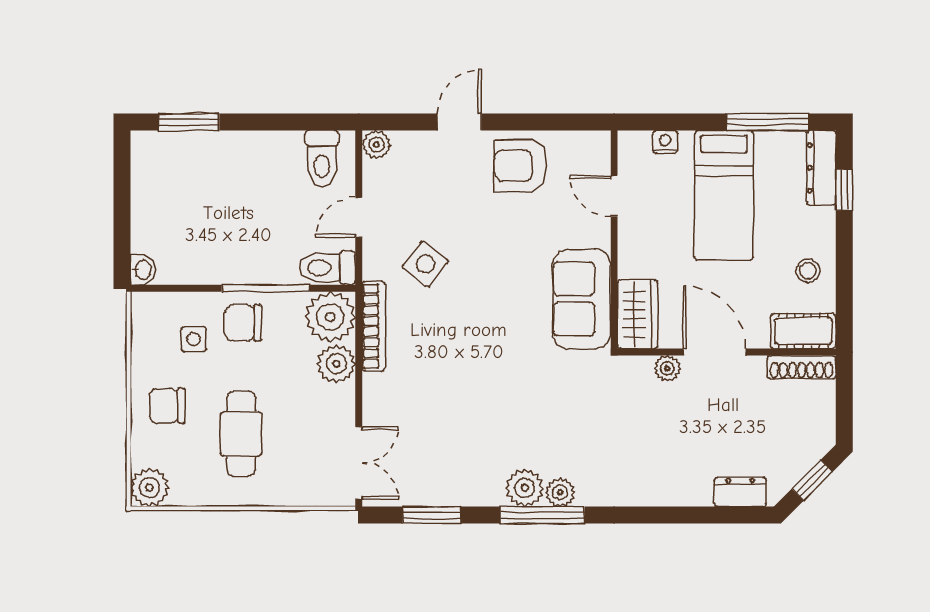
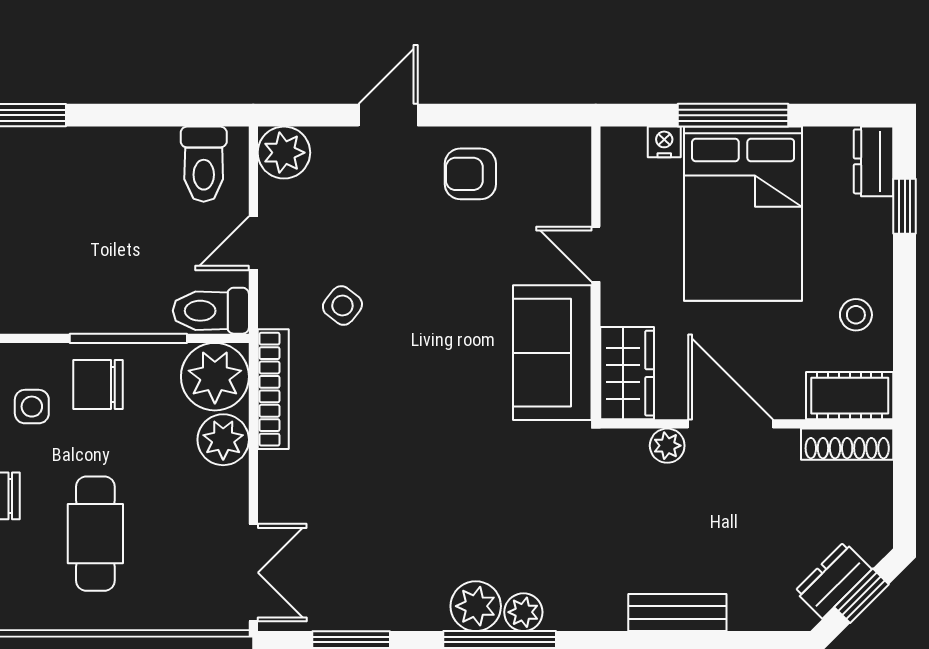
window: (768, 122) -> (733, 115), moved
plant: (376, 145) -> (284, 153), width x1.38, depth x1.38
armchair: (521, 166) -> (470, 174), width x0.72, depth x0.72
dresser: (821, 168) -> (874, 161), width x0.70
bed: (724, 195) -> (743, 214), width x1.50
door: (614, 196) -> (596, 254), moved
side table: (425, 264) -> (342, 305), width x0.73, depth x0.73
dresser: (740, 492) -> (833, 580), moved, turned -45
bench: (675, 493) -> (677, 613), added

